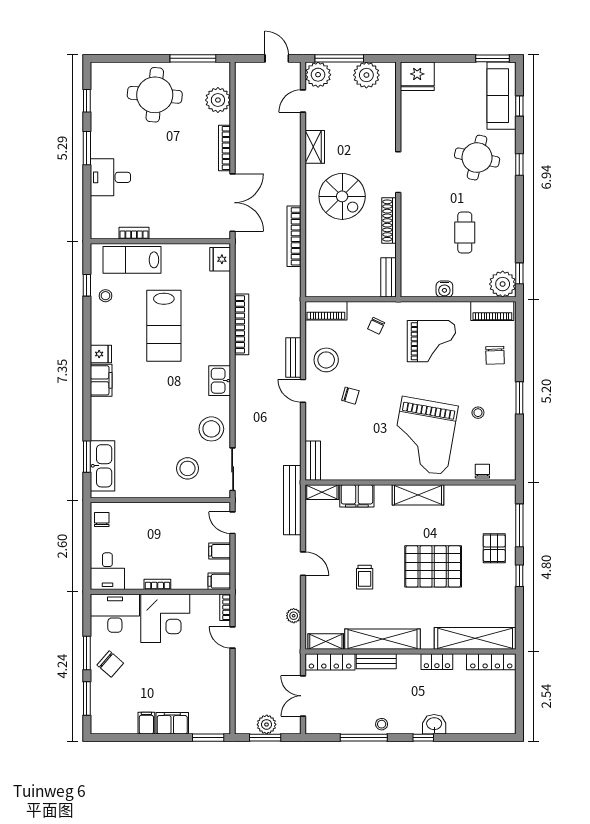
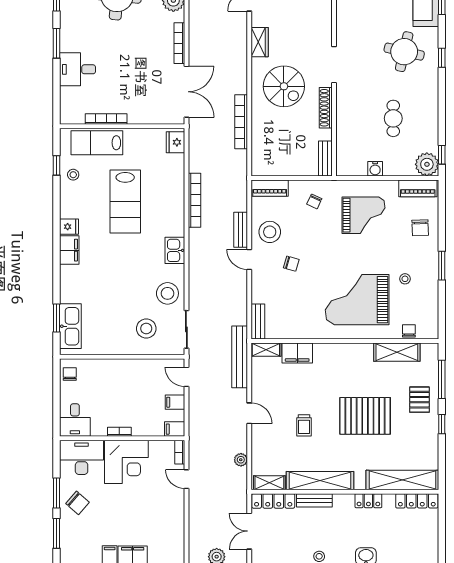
bookcase: (134, 233) -> (106, 119), width x1.56
grand piano: (424, 436) -> (357, 300), turned 80
shelving: (418, 495) -> (397, 352), moved

